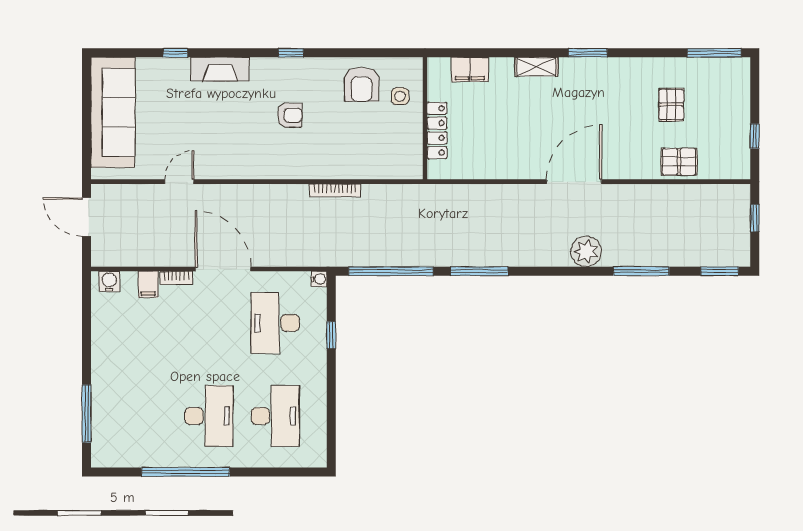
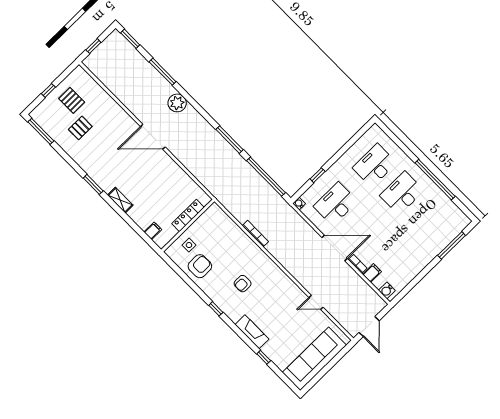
filing cabinet: (470, 70) -> (153, 231), width x0.50
armchair: (290, 115) -> (243, 284), turned -90
window: (755, 136) -> (48, 90), moved
pallet: (679, 162) -> (72, 100), moved
door: (223, 269) -> (335, 248), swing flipped
desk: (275, 323) -> (336, 204), turned 180

